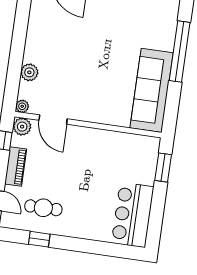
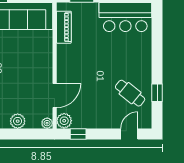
piano: (16, 166) -> (64, 27), moved, turned 90
cafe table: (43, 208) -> (130, 93), turned -51

